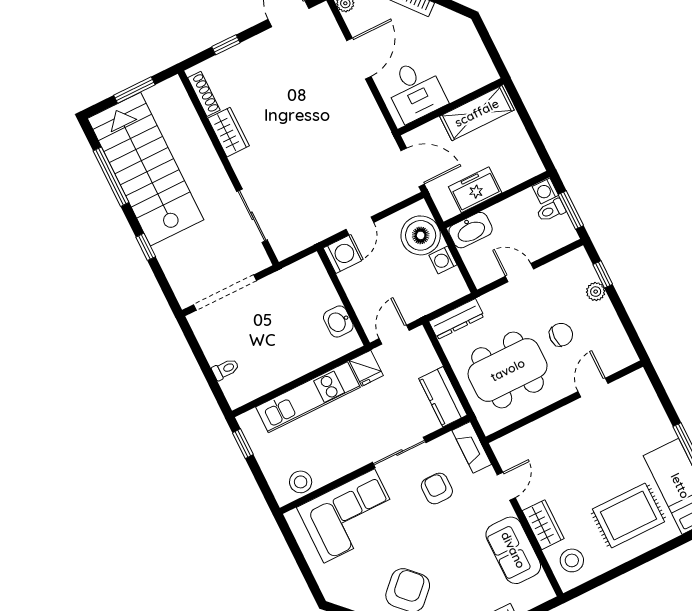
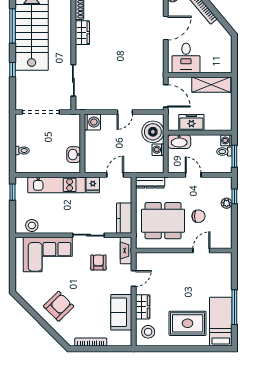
washing machine: (342, 254) -> (92, 122), moved
wall: (343, 297) -> (82, 143), moved
washbasin: (338, 322) -> (74, 155), moved

